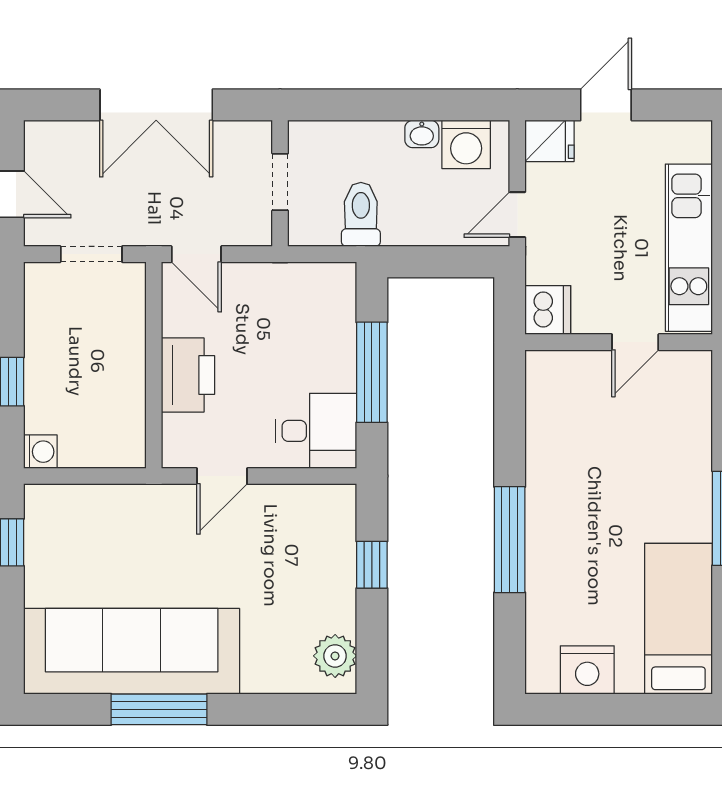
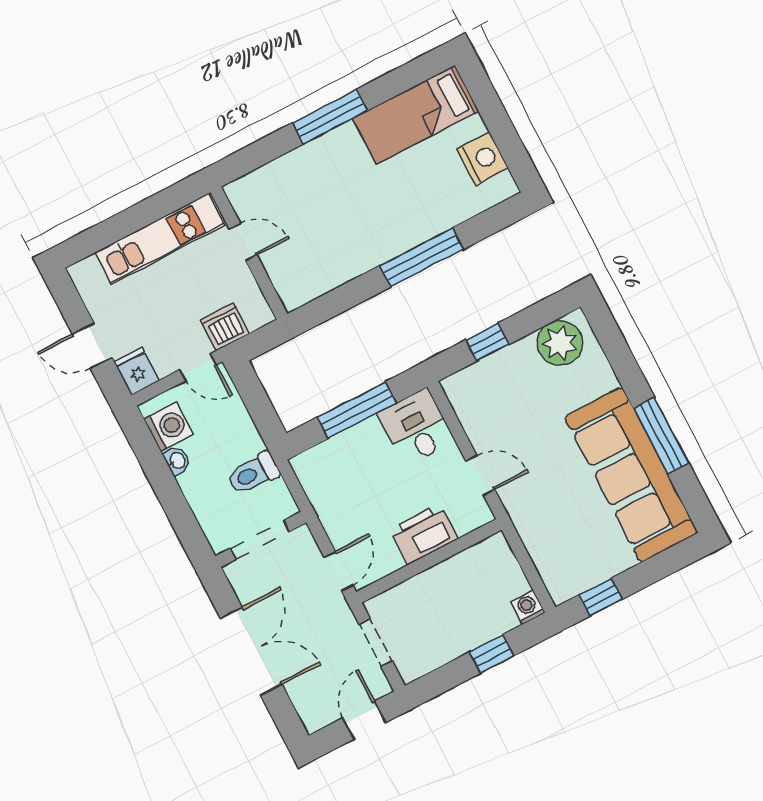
doorway: (280, 182) -> (260, 540), width x1.38
dishwasher: (548, 310) -> (225, 327), moved
plant: (335, 656) -> (560, 343), width x1.36, depth x1.36

